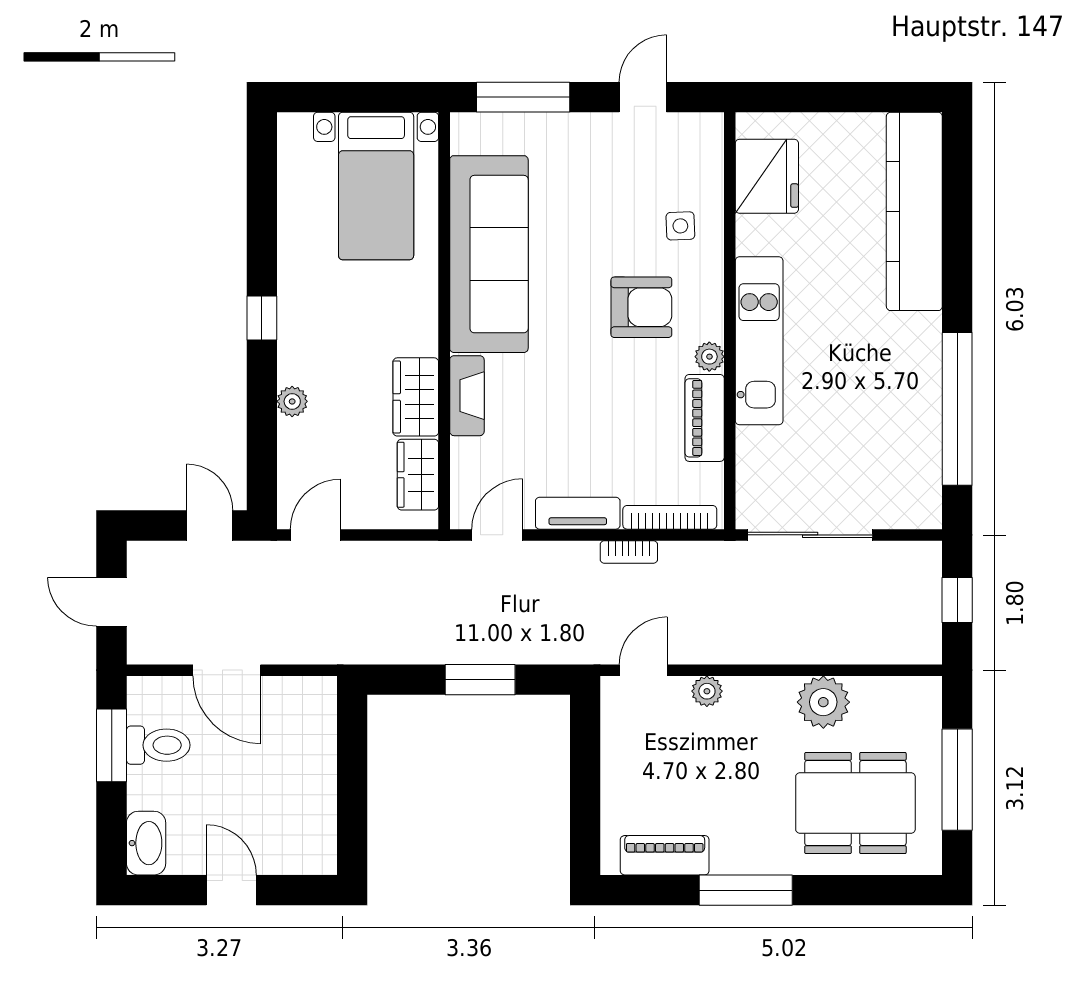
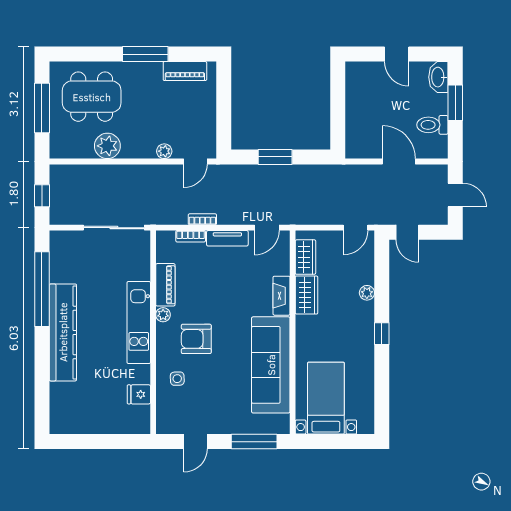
fridge: (767, 176) -> (139, 394), width x0.53, depth x0.75
kitchen counter: (914, 211) -> (63, 332), moved
bookcase: (670, 517) -> (191, 236), width x0.64
window: (112, 745) -> (455, 103), moved

